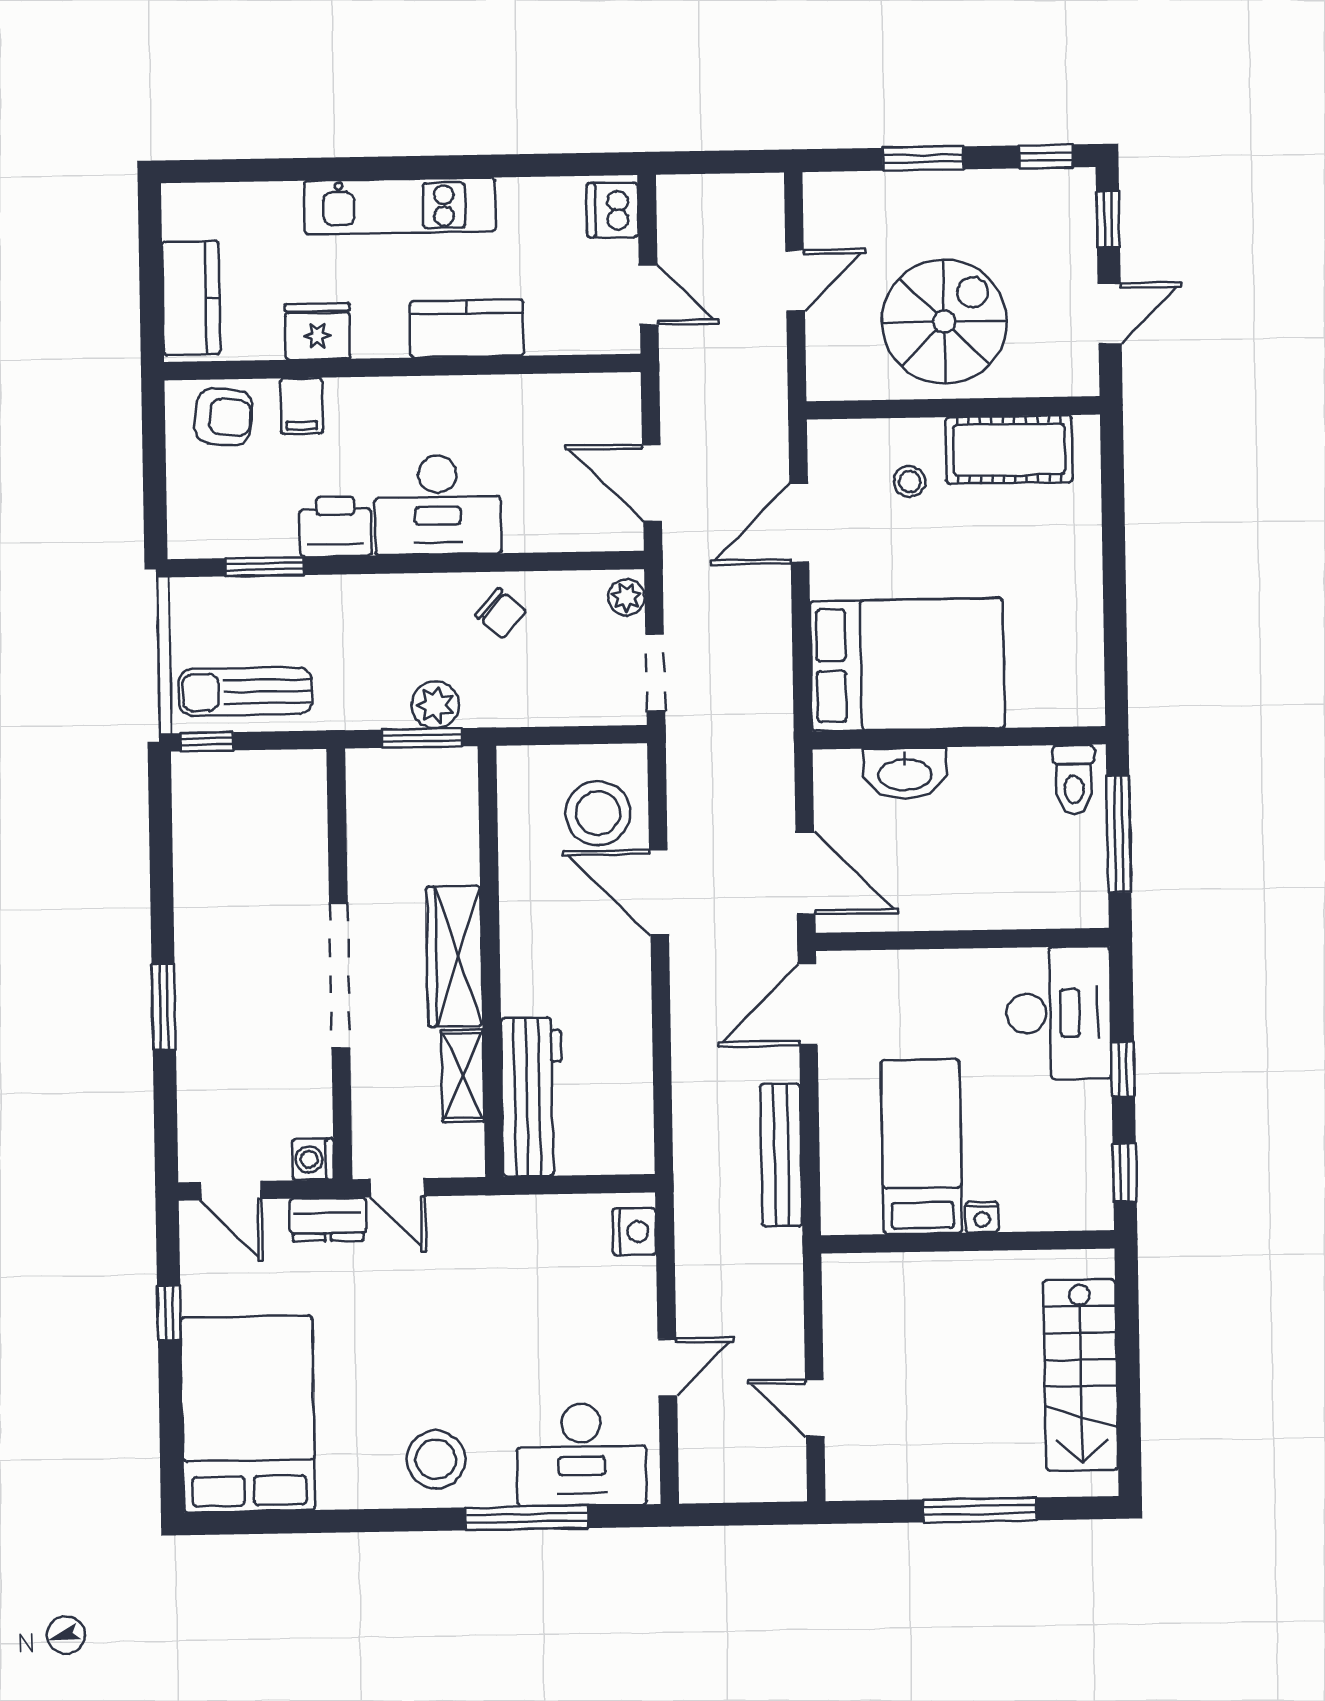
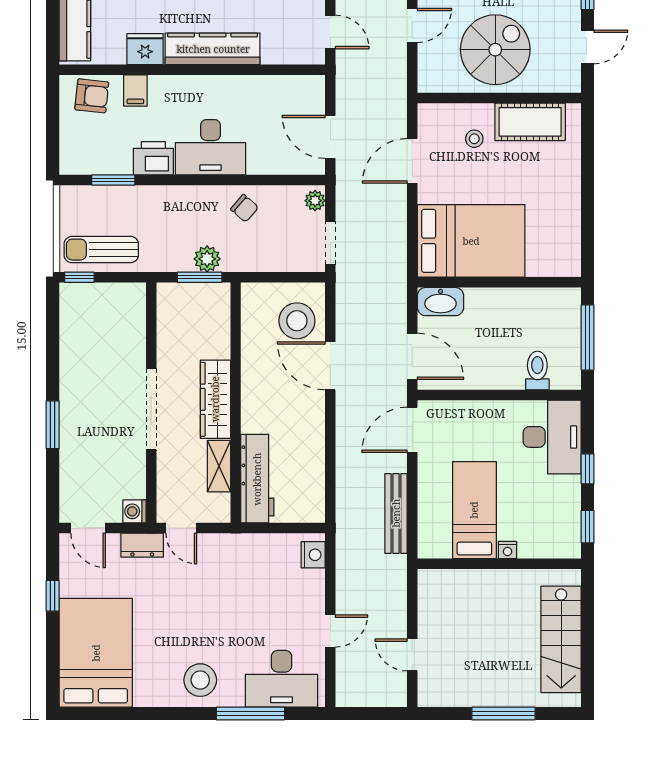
kitchen counter: (467, 328) -> (213, 49), width x1.50
washbasin: (905, 773) -> (440, 302), moved
toilet: (1074, 780) -> (537, 370), moved, turned 180

